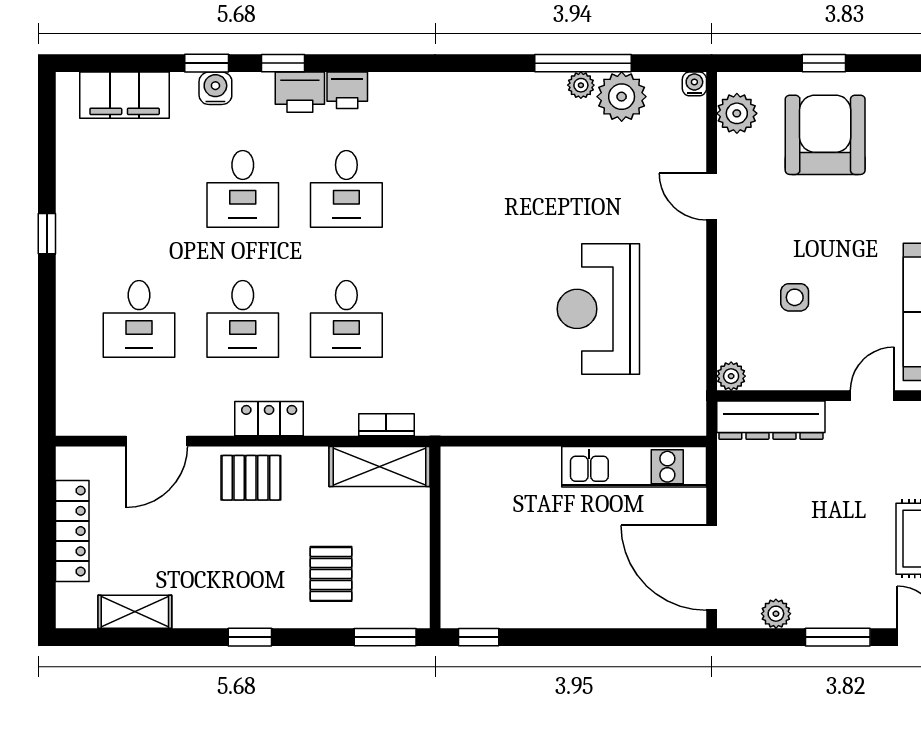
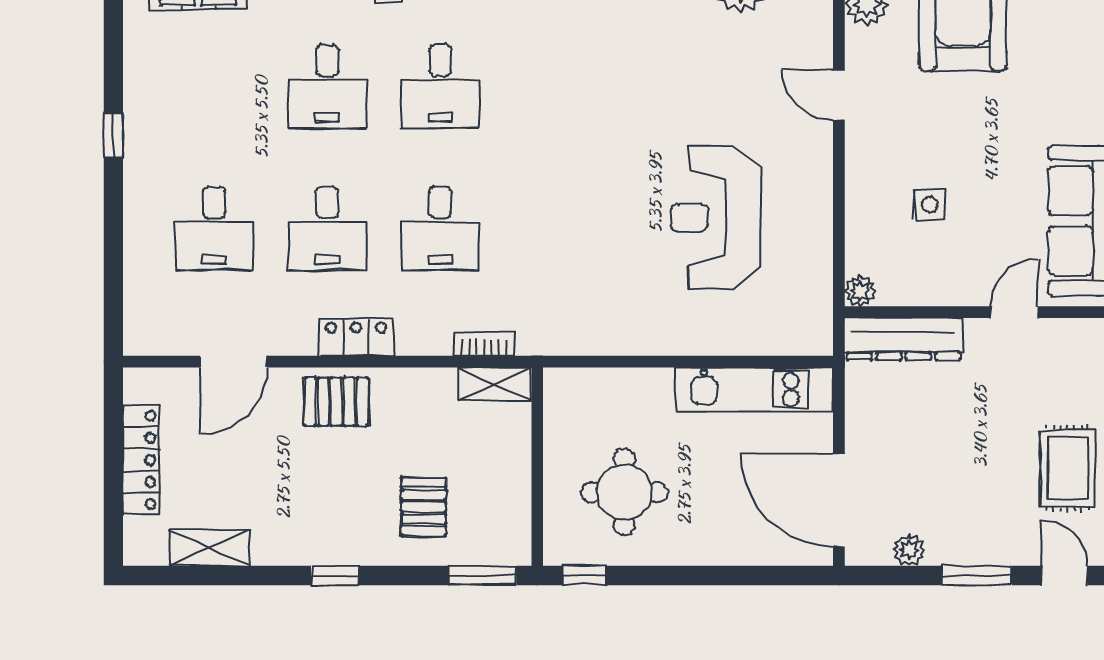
shelving: (379, 467) -> (495, 384), width x0.67, depth x0.75
round table: (515, 561) -> (624, 492), added

